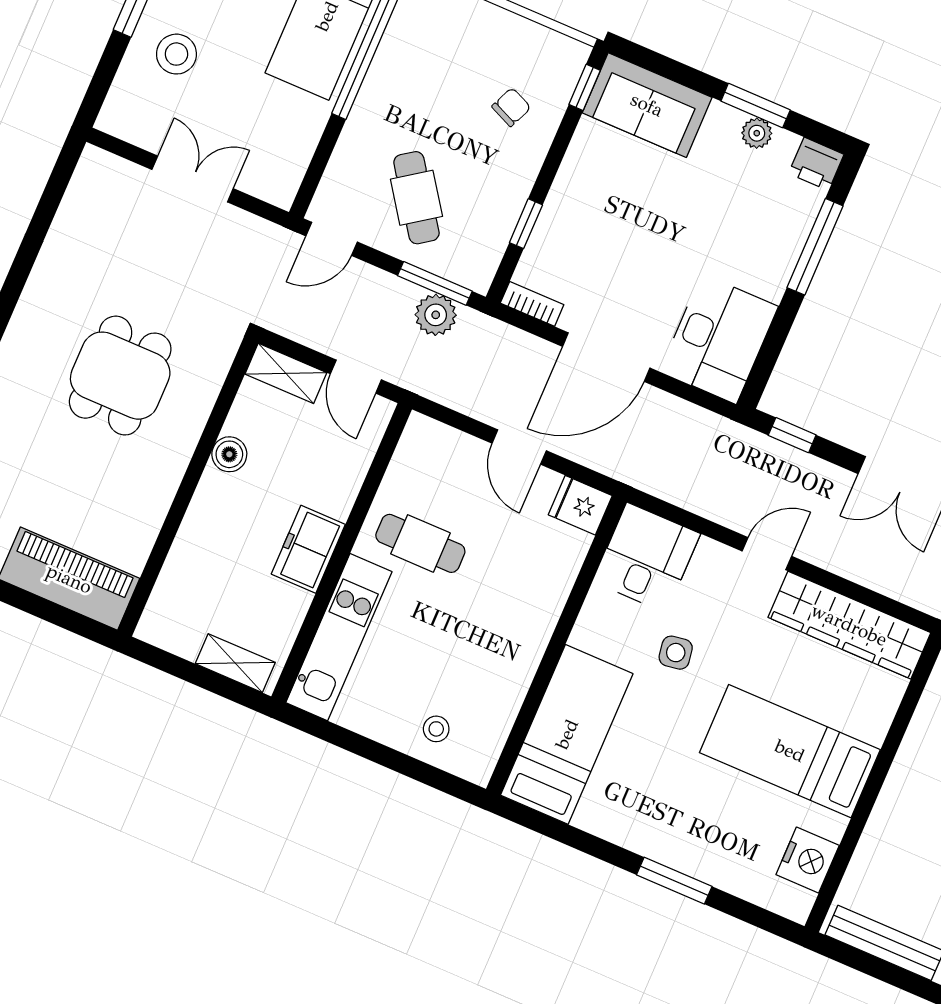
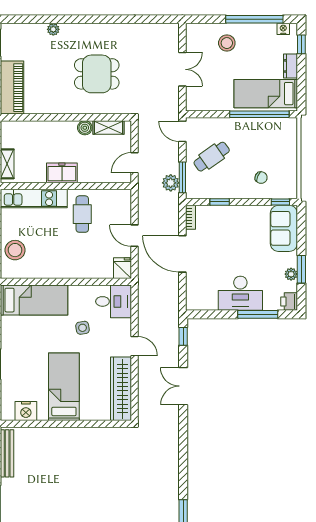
desk: (719, 339) -> (240, 293), moved
shelving: (286, 373) -> (109, 127), moved, turned 90
door: (519, 447) -> (135, 236), hinge flipped
stool: (436, 729) -> (15, 250), width x1.89, depth x1.89

